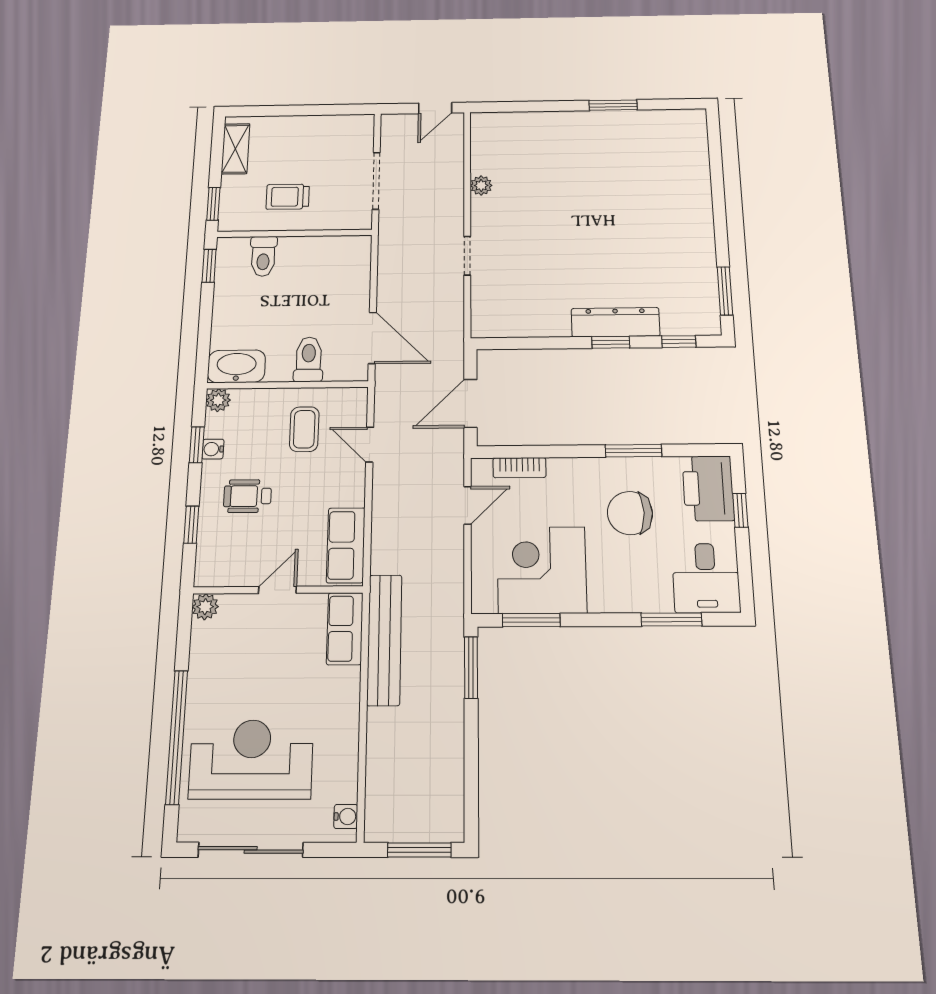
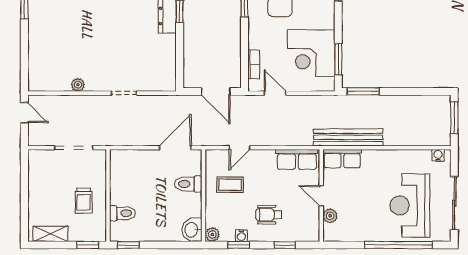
washbasin: (236, 366) -> (192, 230), width x0.72
wheelchair: (248, 496) -> (269, 215), turned 90
plant: (205, 607) -> (330, 216), moved

